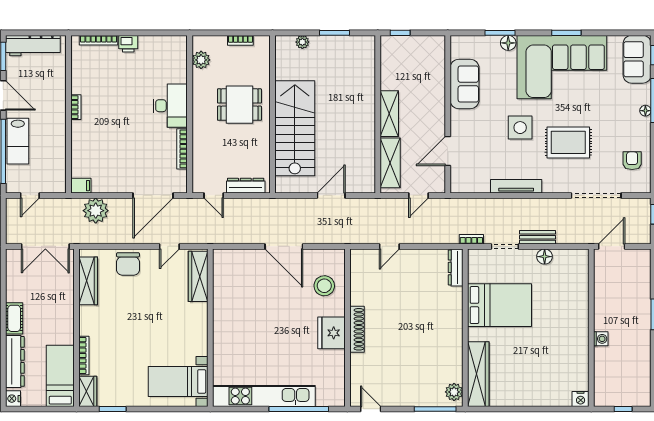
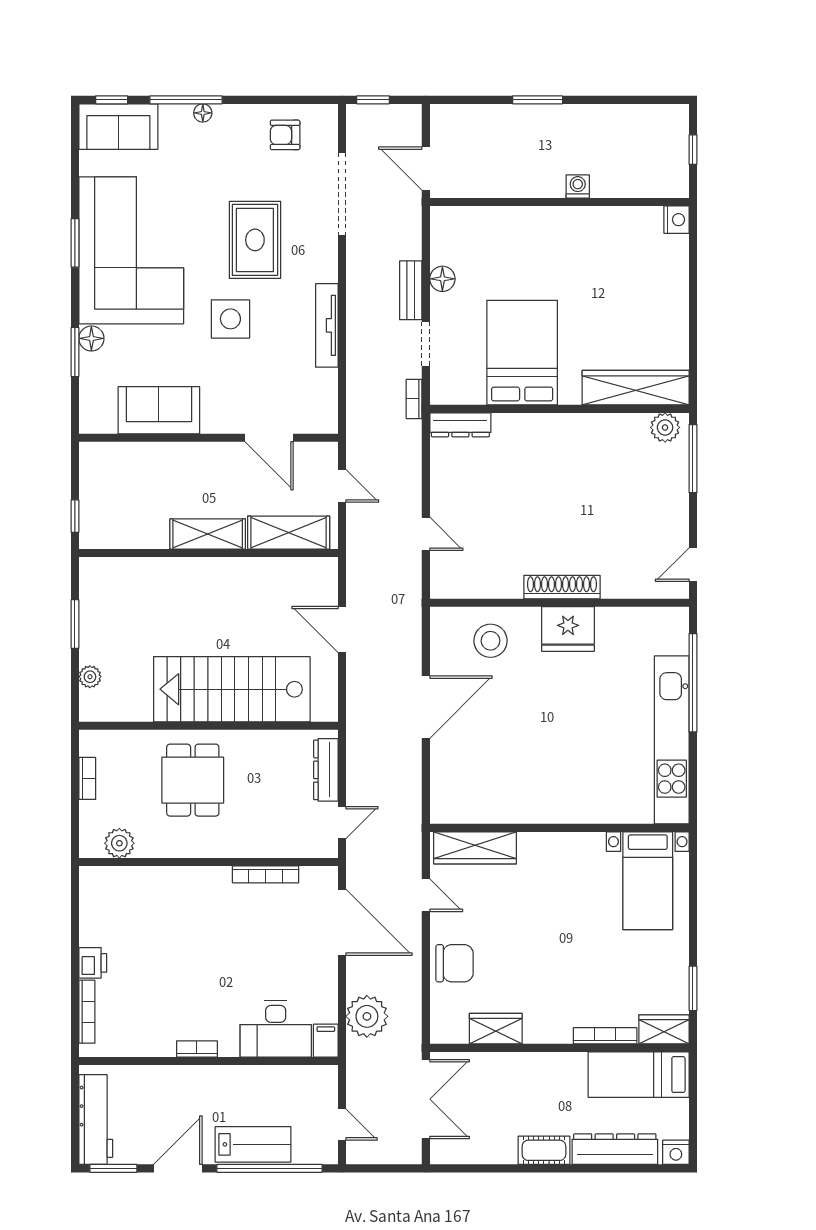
desk: (170, 106) -> (276, 1029), moved, turned 180
wardrobe: (88, 281) -> (496, 1029), width x0.67

